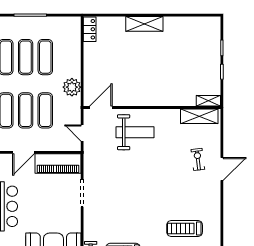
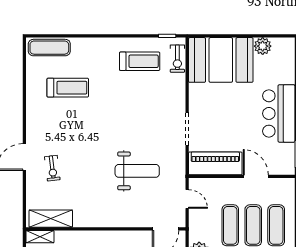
weight bench: (135, 132) -> (137, 171), moved, turned 180
door: (23, 152) -> (256, 176), hinge flipped

